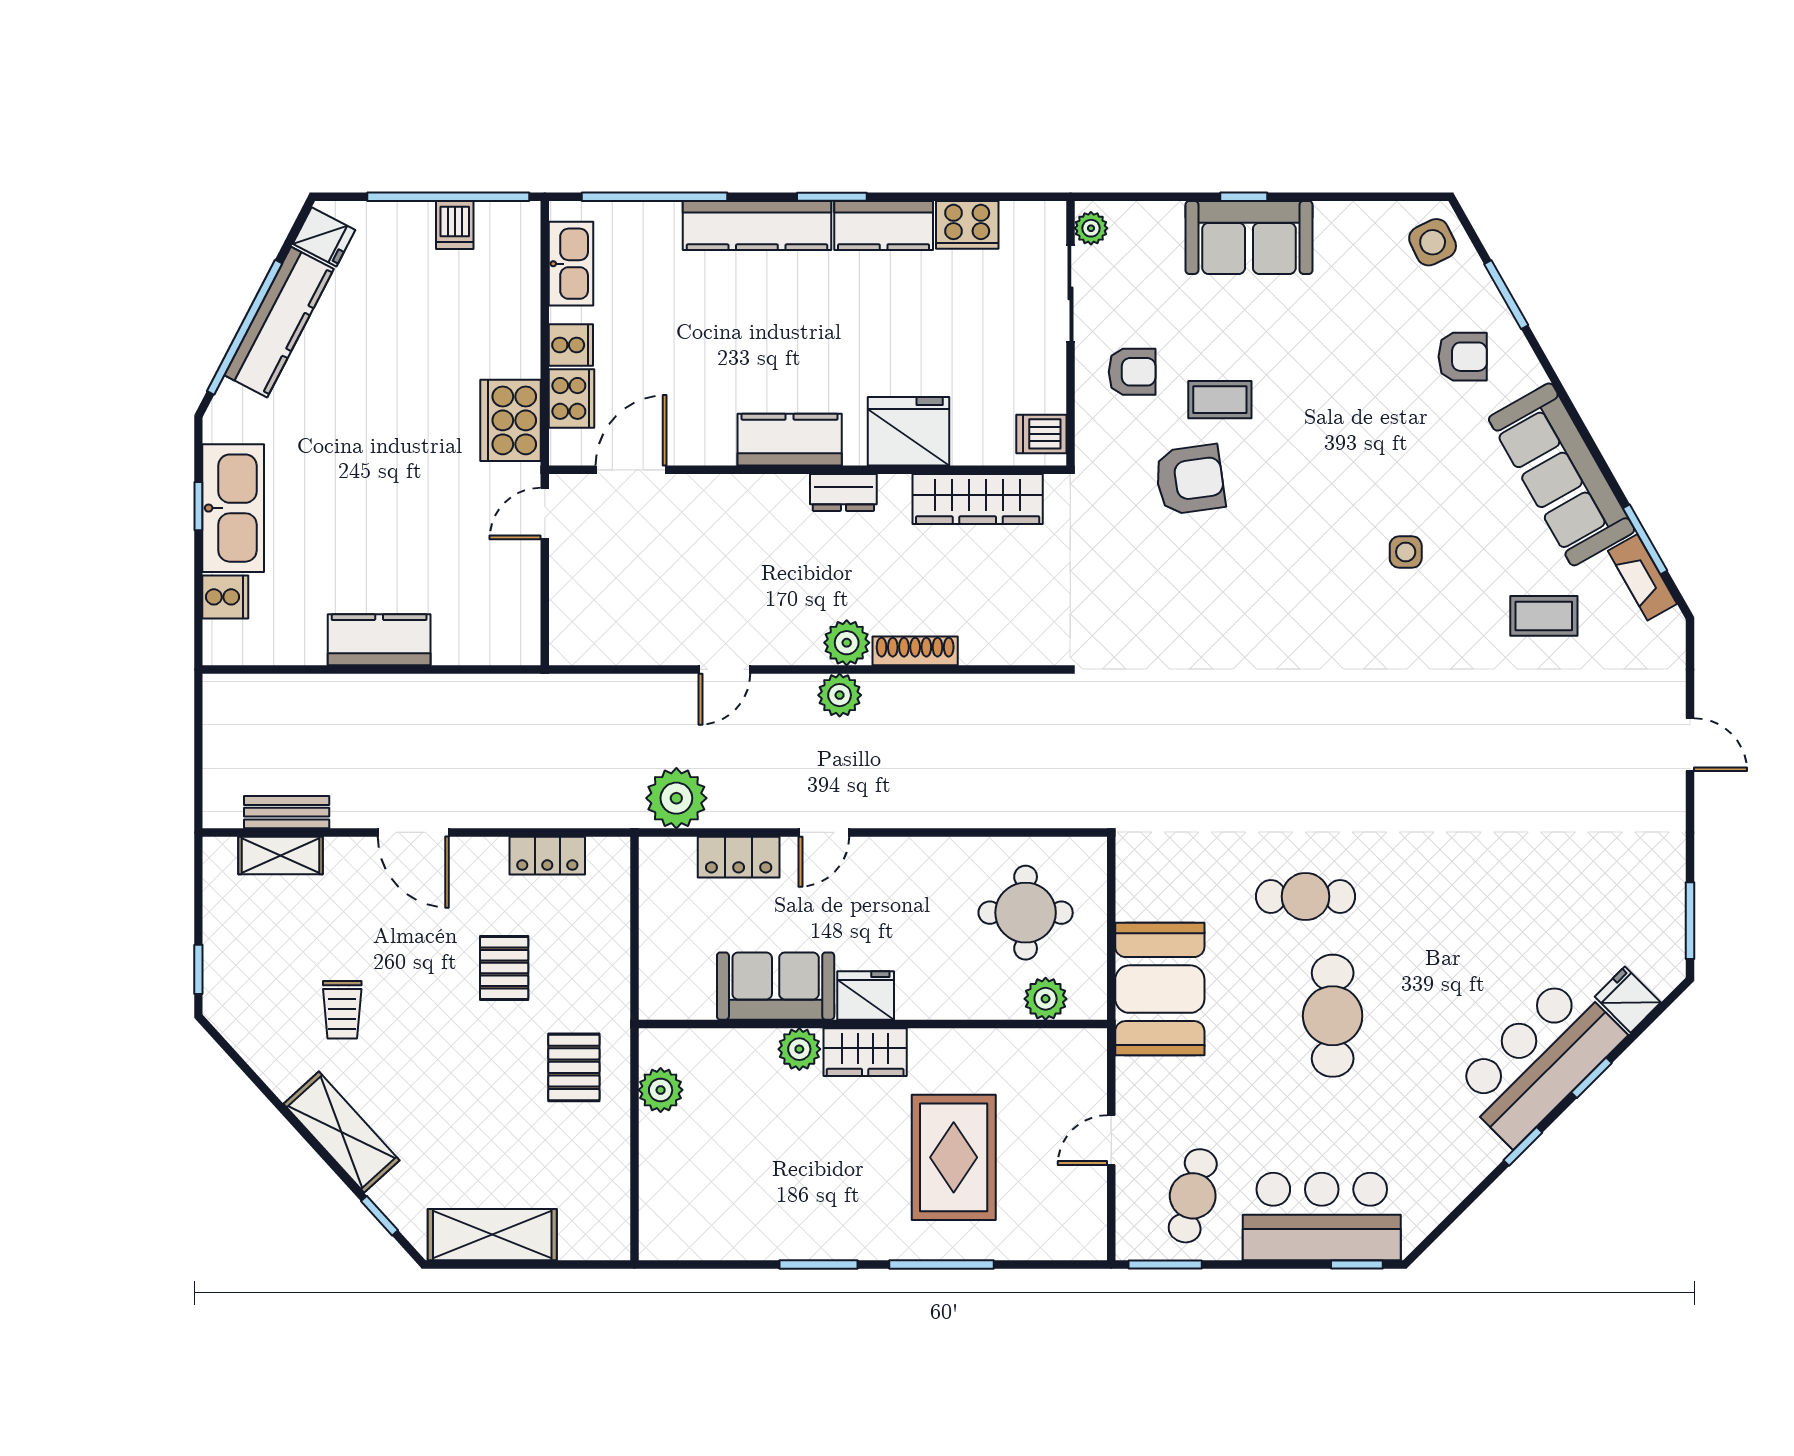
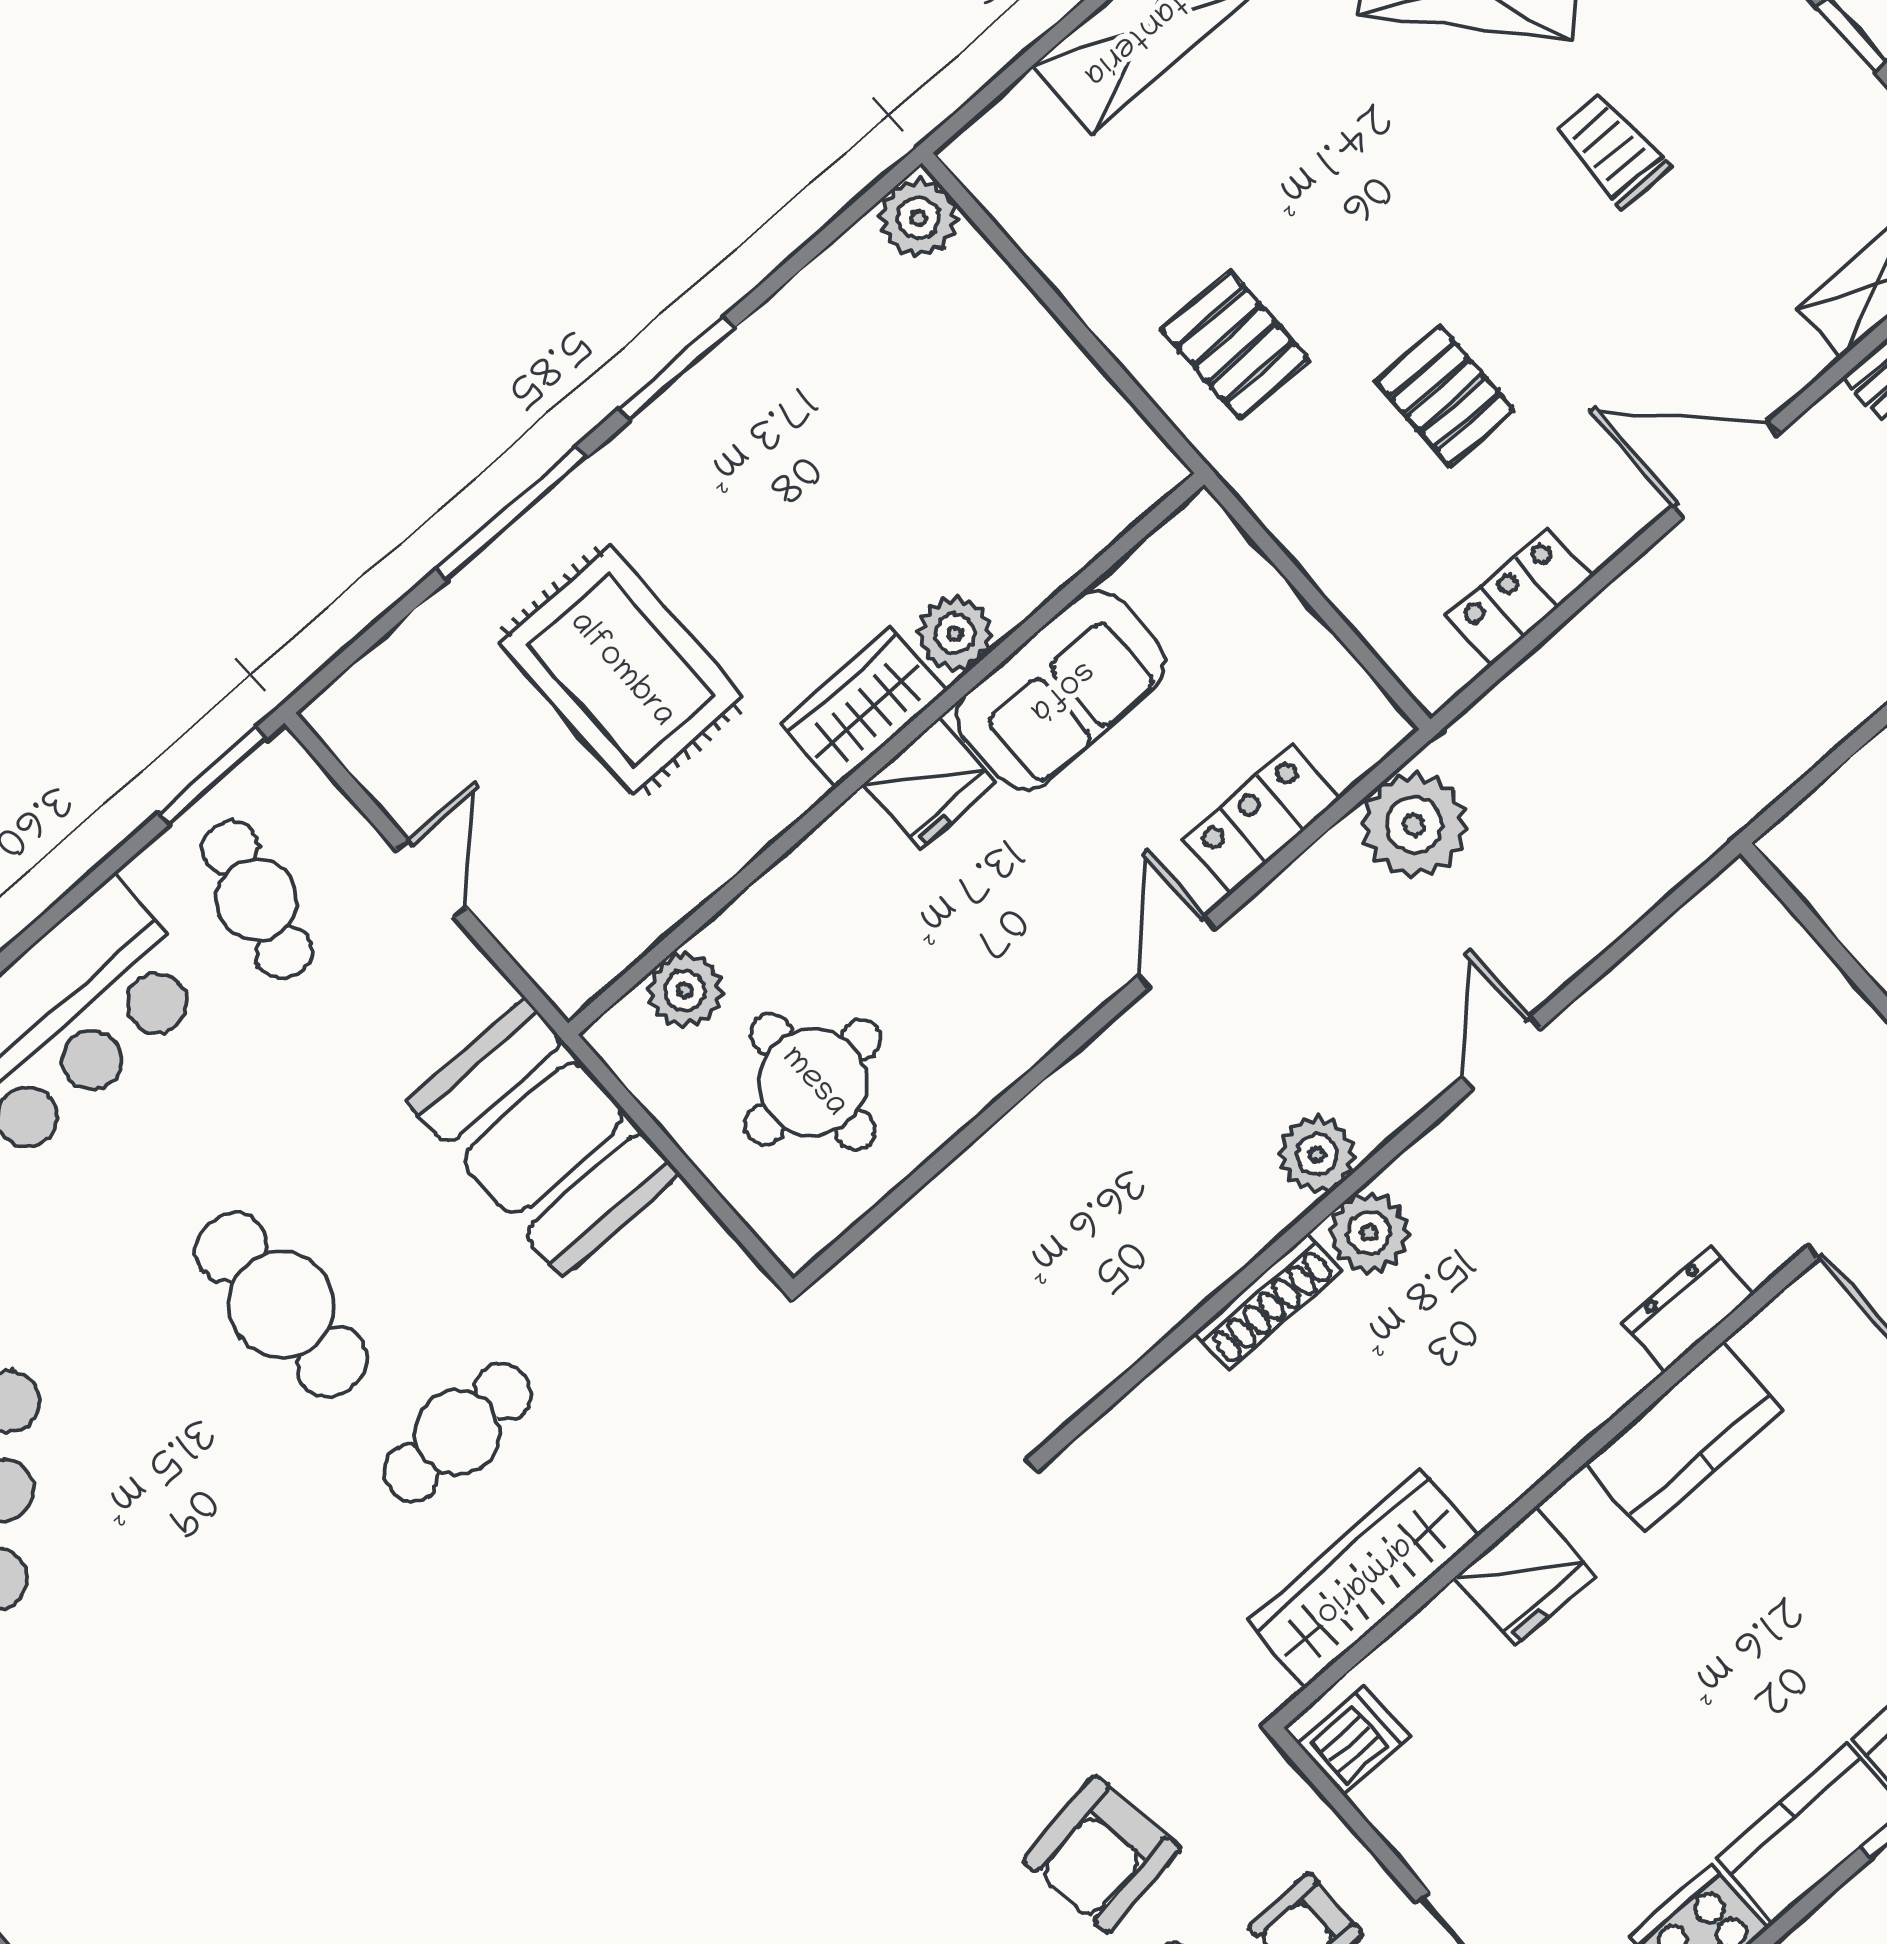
fridge: (909, 431) -> (1524, 1577), width x0.73, depth x0.75
dresser: (843, 492) -> (1688, 1308), moved
plant: (661, 1090) -> (918, 218), moved

